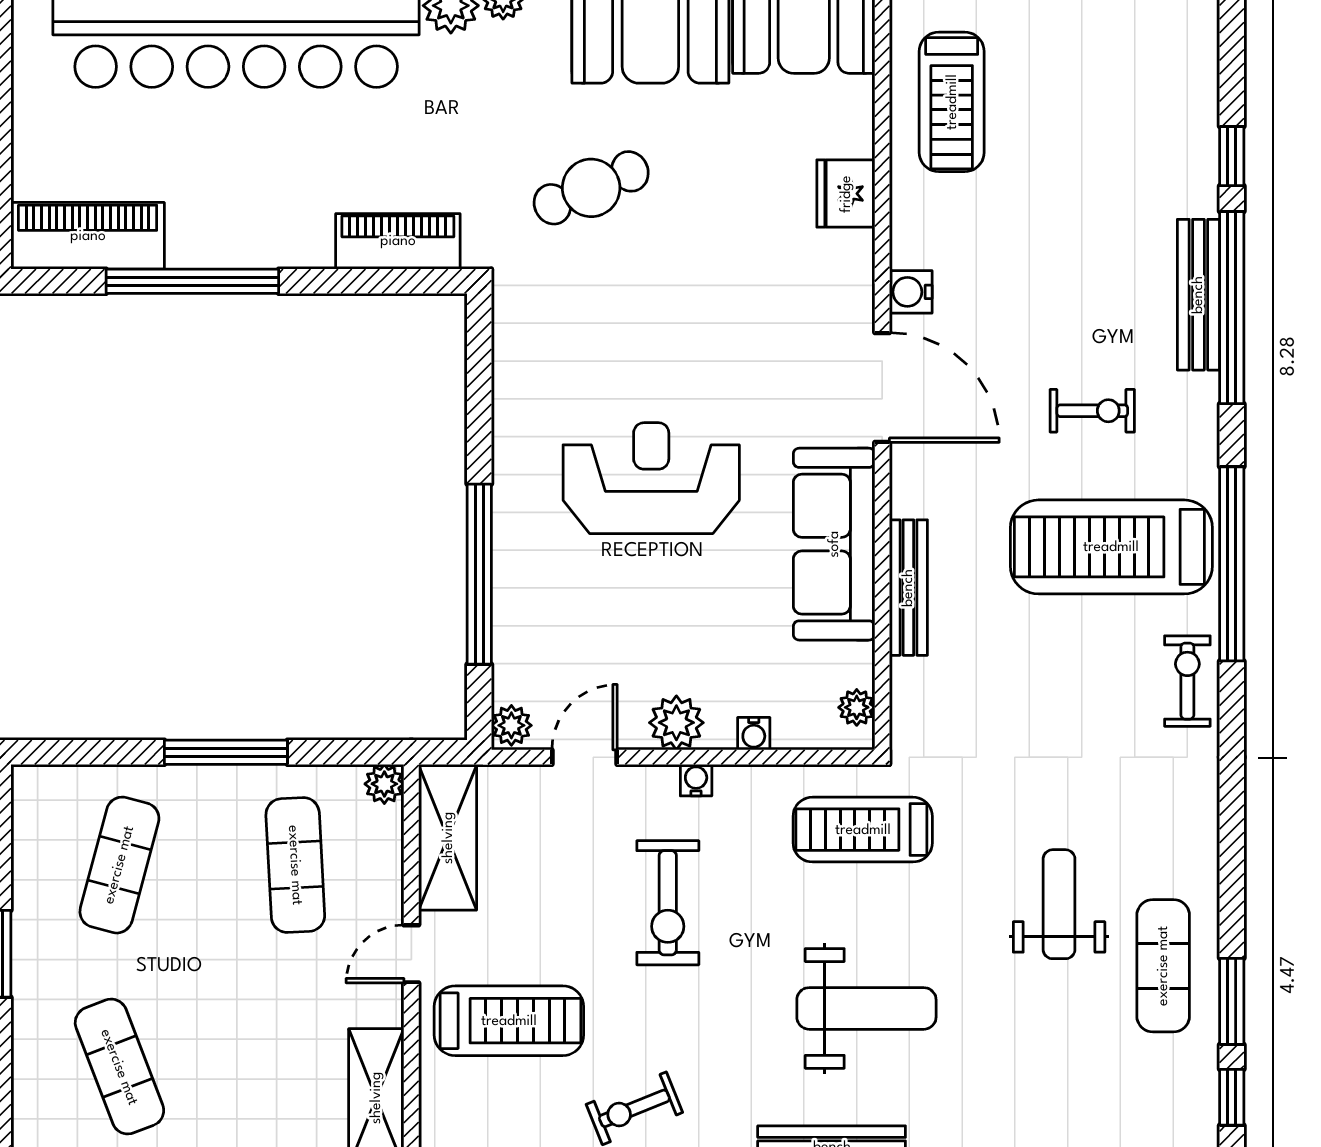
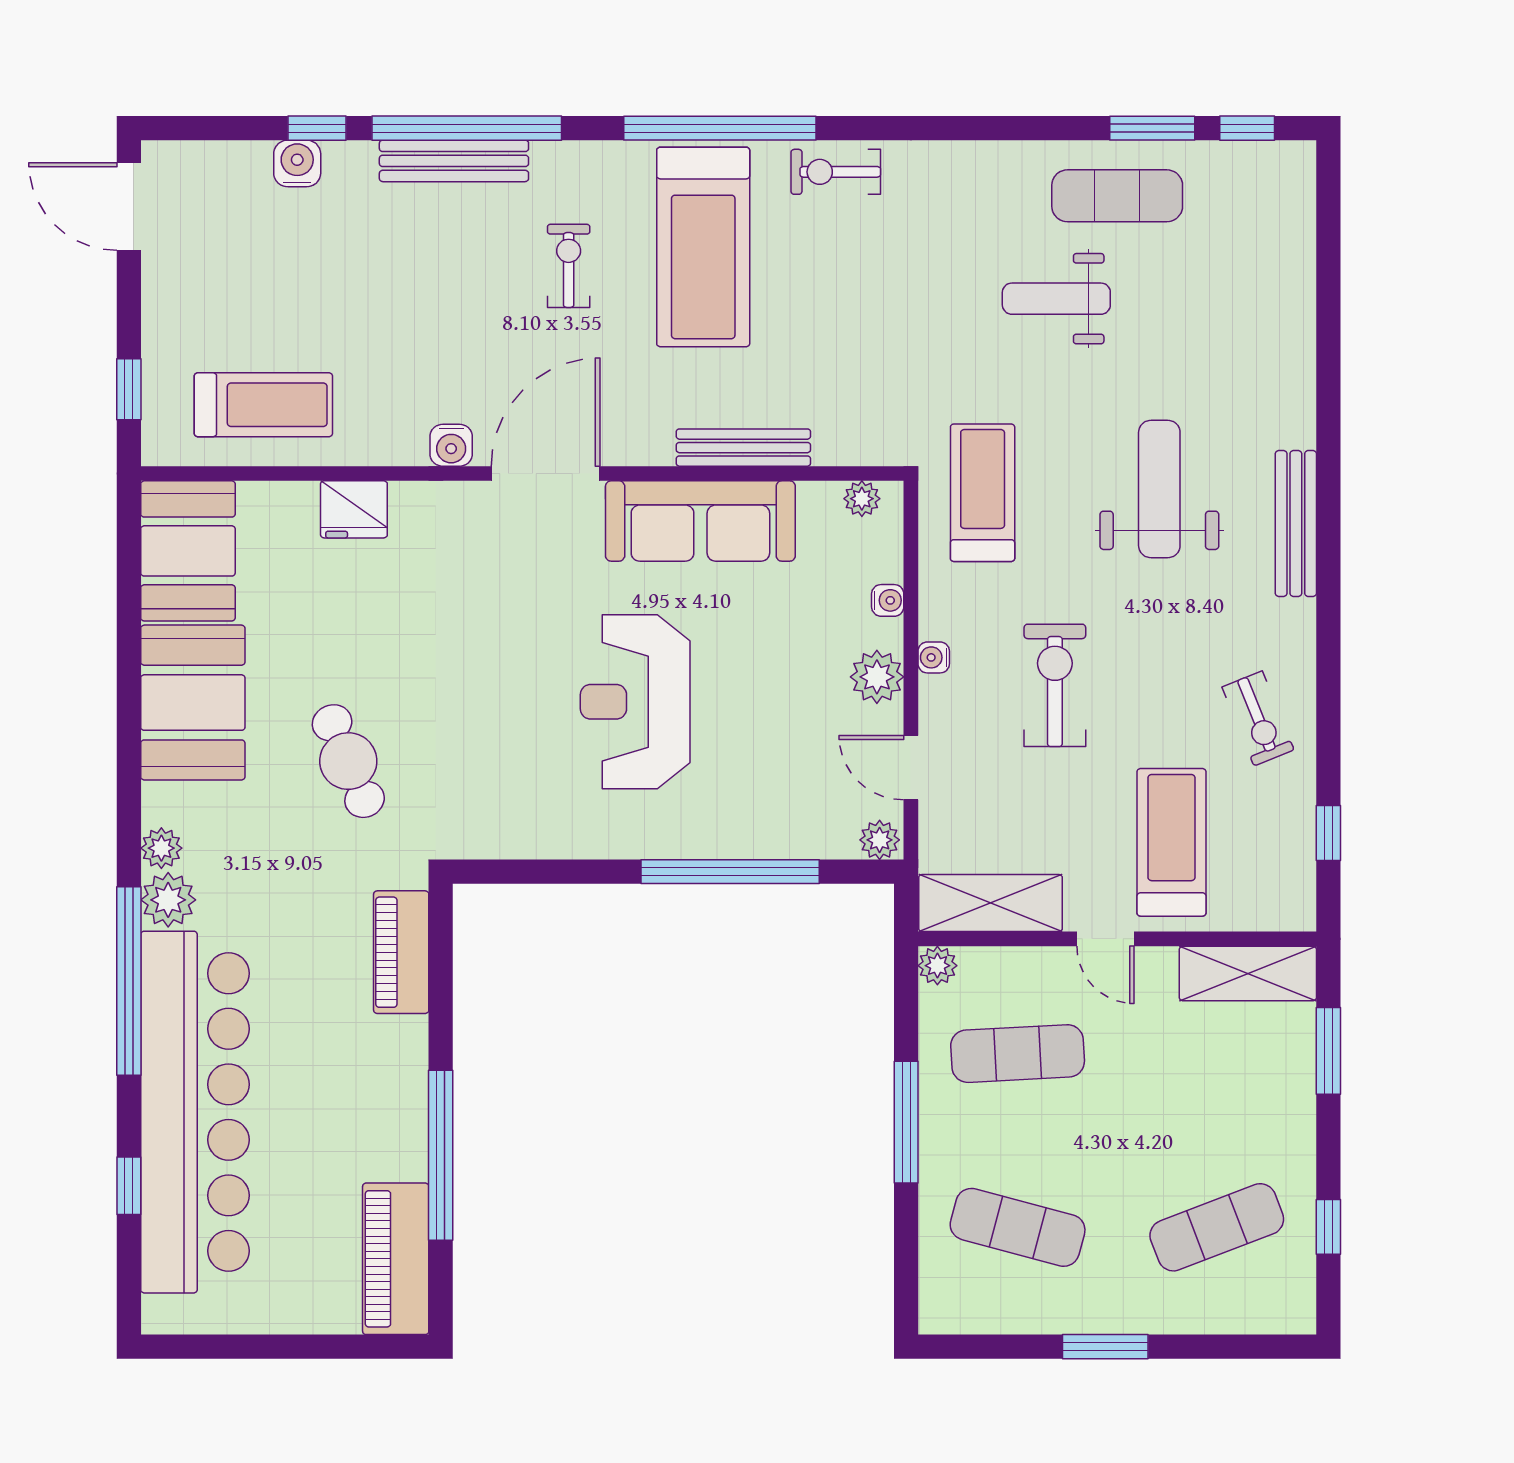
water cooler: (1196, 136) -> (297, 163), added
treadmill: (863, 830) -> (983, 493), turned 180
exercise bike: (668, 903) -> (1055, 685), turned -90

